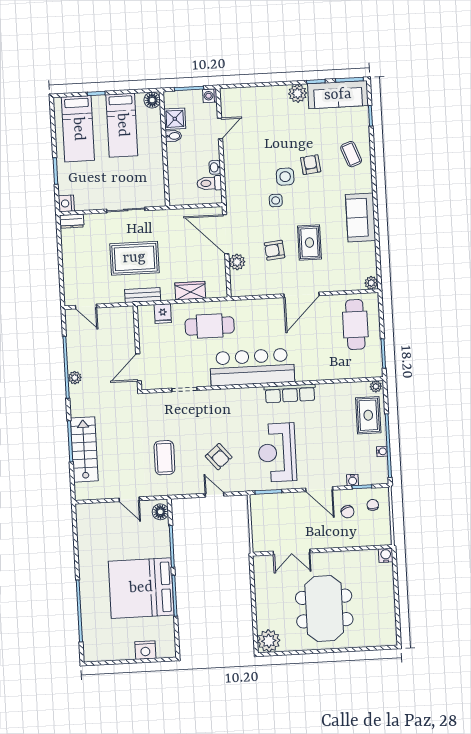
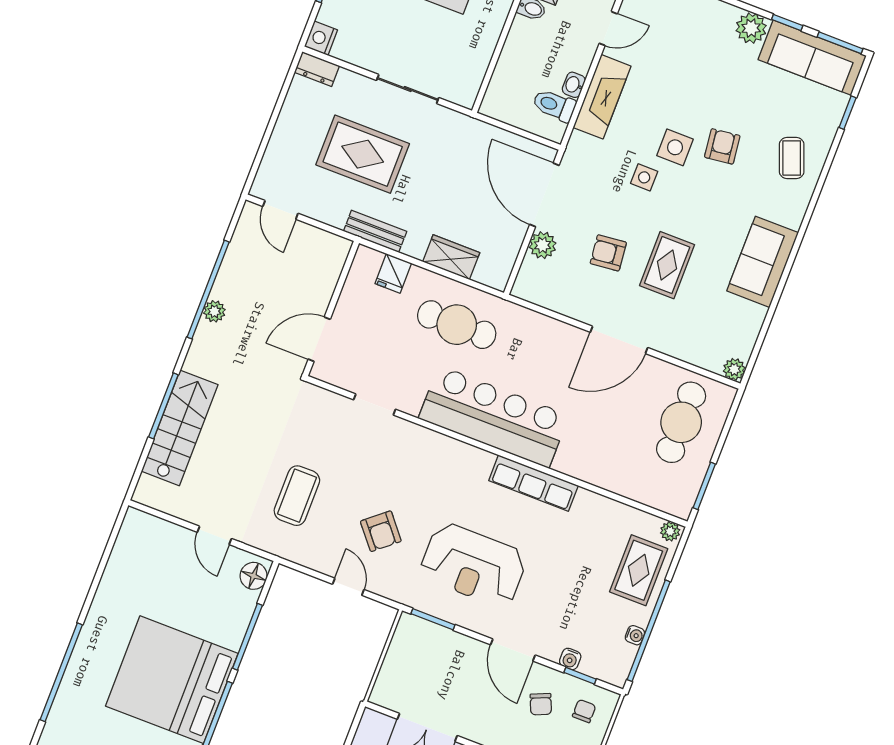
fireplace: (233, 167) -> (602, 97), added
rug: (134, 258) -> (363, 154), moved
reception desk: (277, 452) -> (473, 565), turned -90

